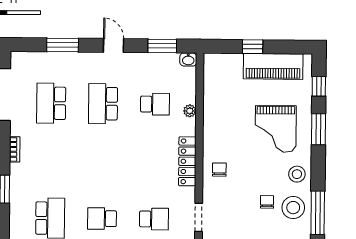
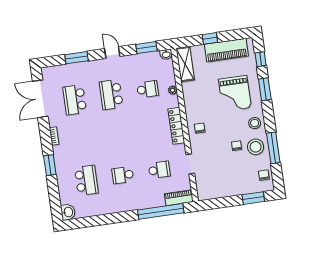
shelving: (213, 77) -> (185, 64), added

